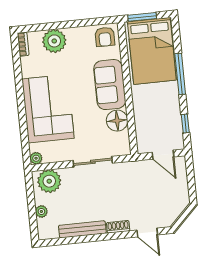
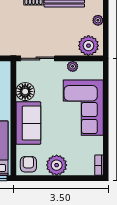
plant: (54, 41) -> (57, 165), moved
plant: (36, 158) -> (73, 66), moved
sliding door: (93, 162) -> (38, 58), moved

